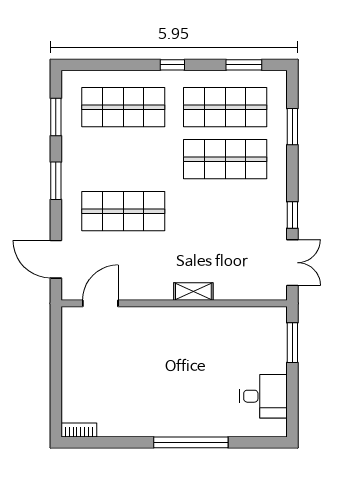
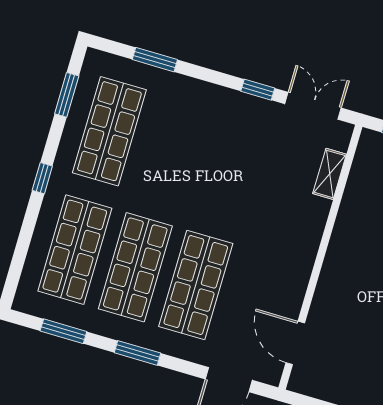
shop shelf: (225, 159) -> (135, 267), moved
shelving: (193, 291) -> (330, 174), moved

